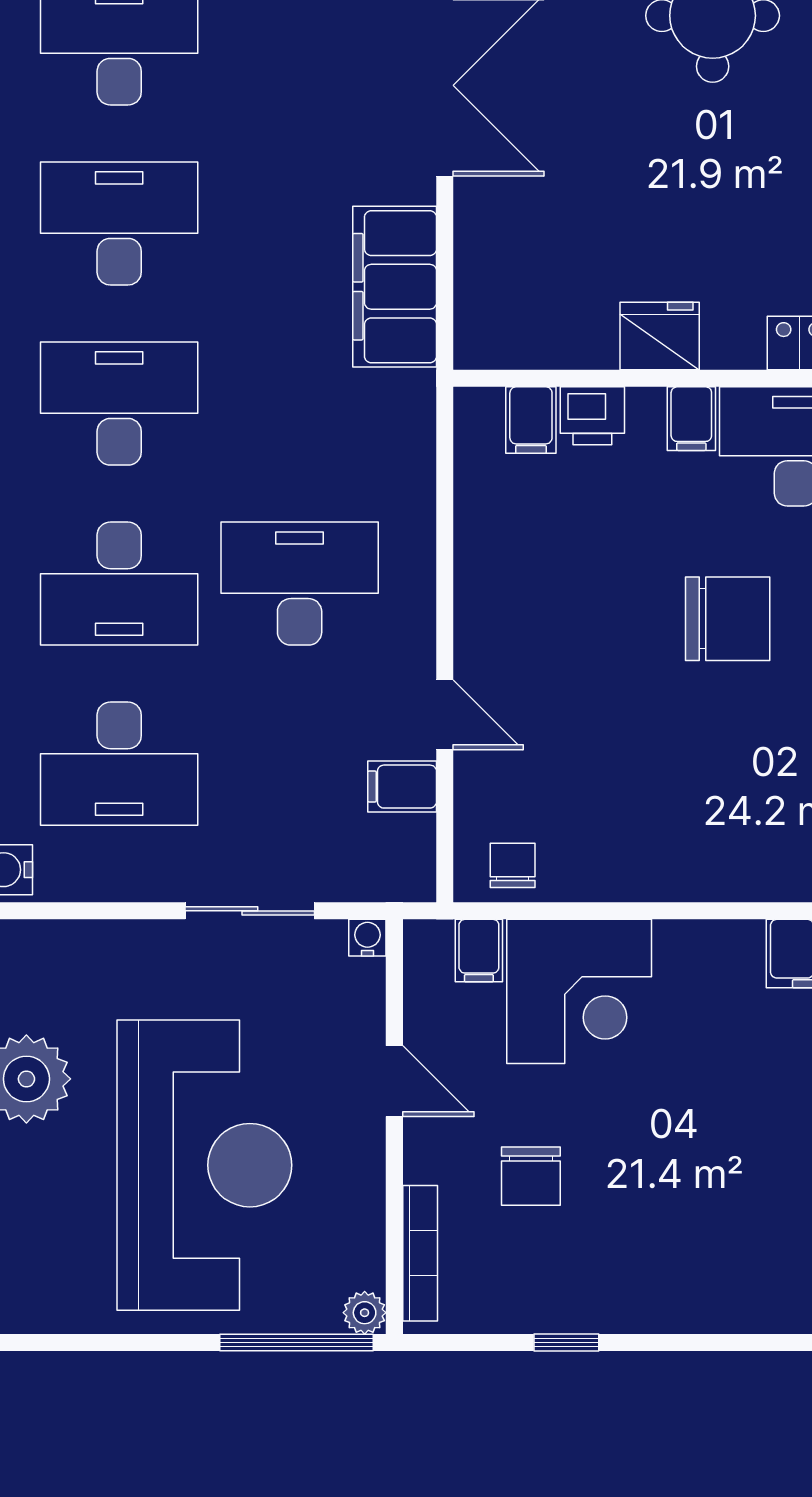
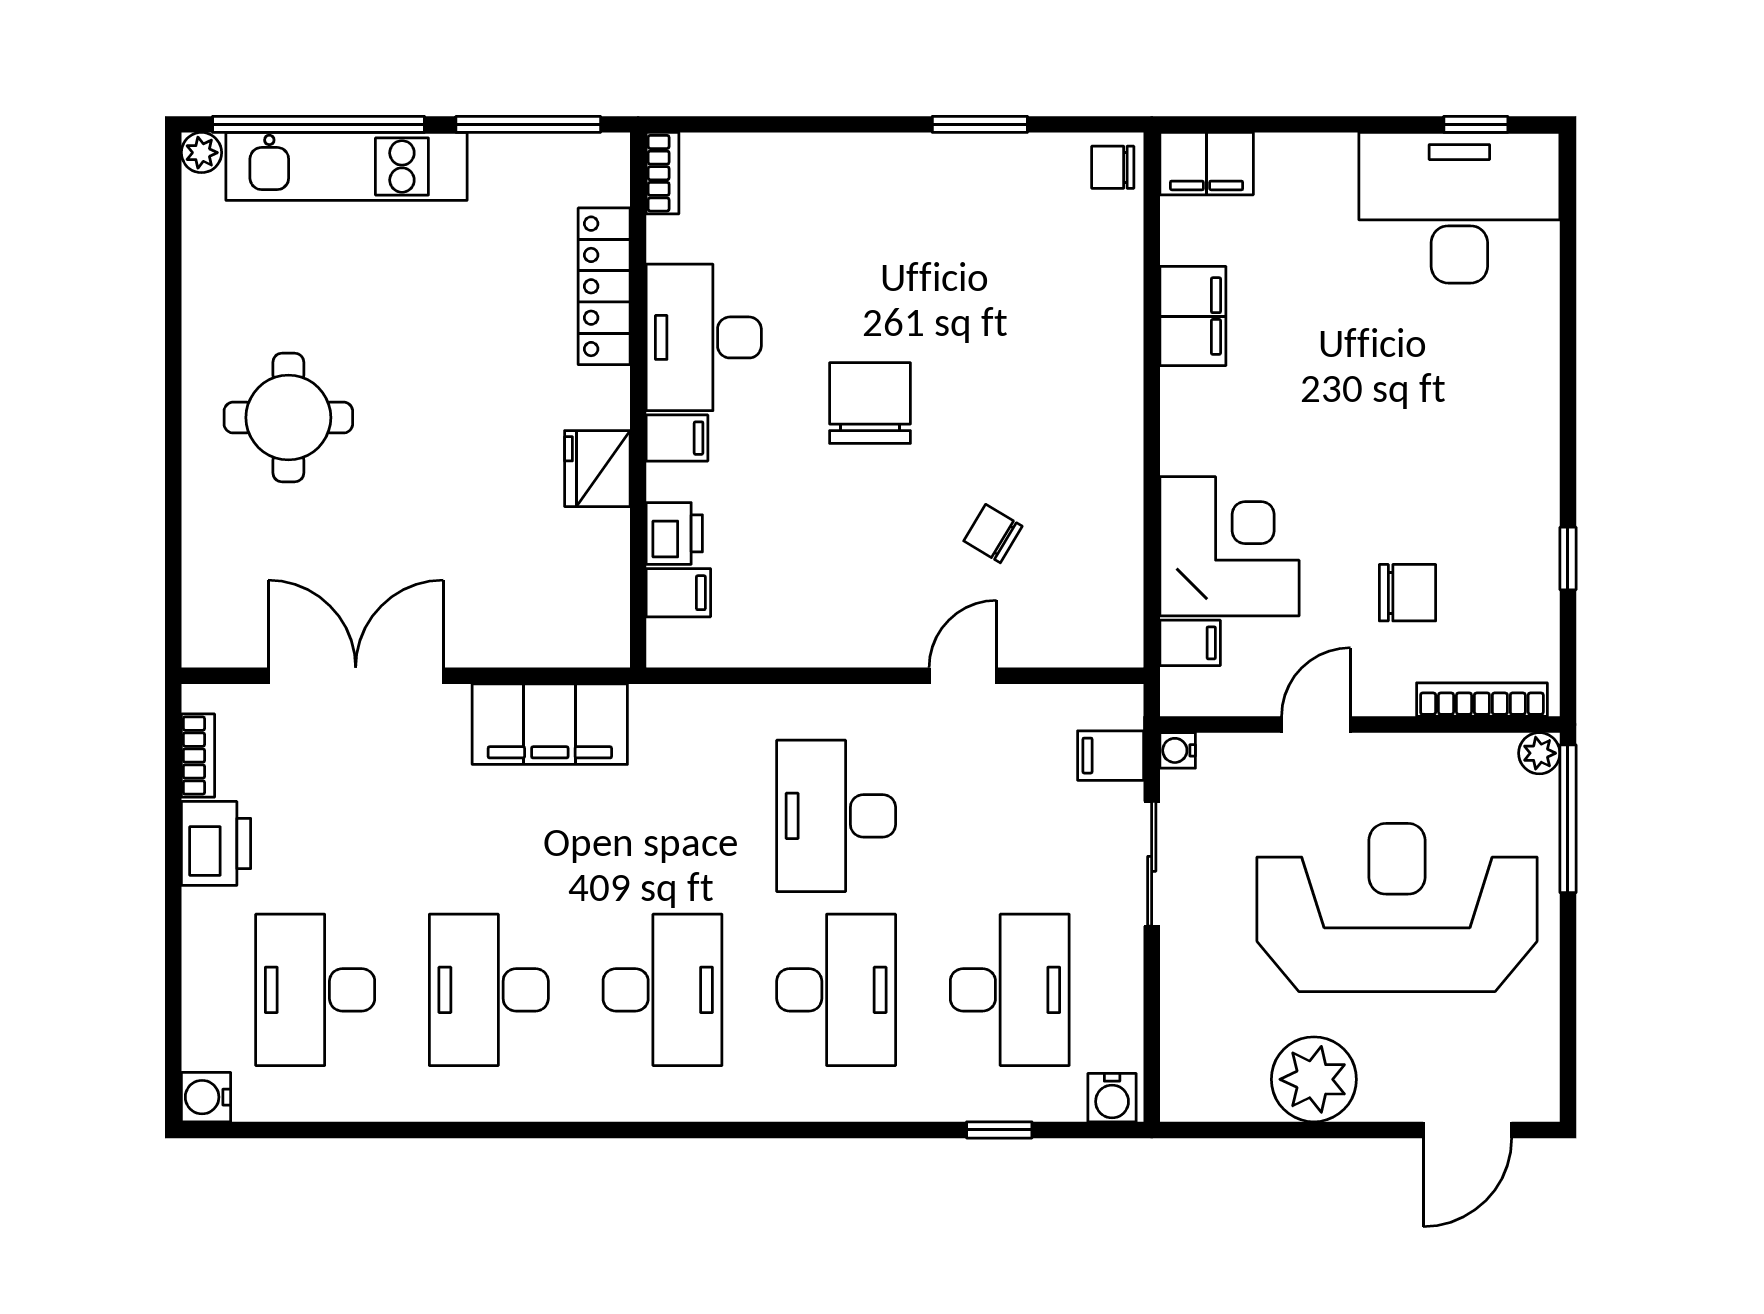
desk: (119, 404) -> (662, 990), turned 180
filing cabinet: (402, 787) -> (1111, 756), moved, turned 90
chair: (513, 865) -> (993, 534), moved, turned 31

